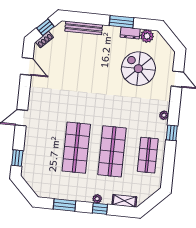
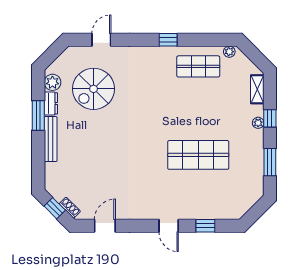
bench: (84, 28) -> (51, 139), moved
plant: (164, 115) -> (229, 52), moved
shop shelf: (112, 151) -> (198, 111), removed
window: (17, 158) -> (205, 226), moved

